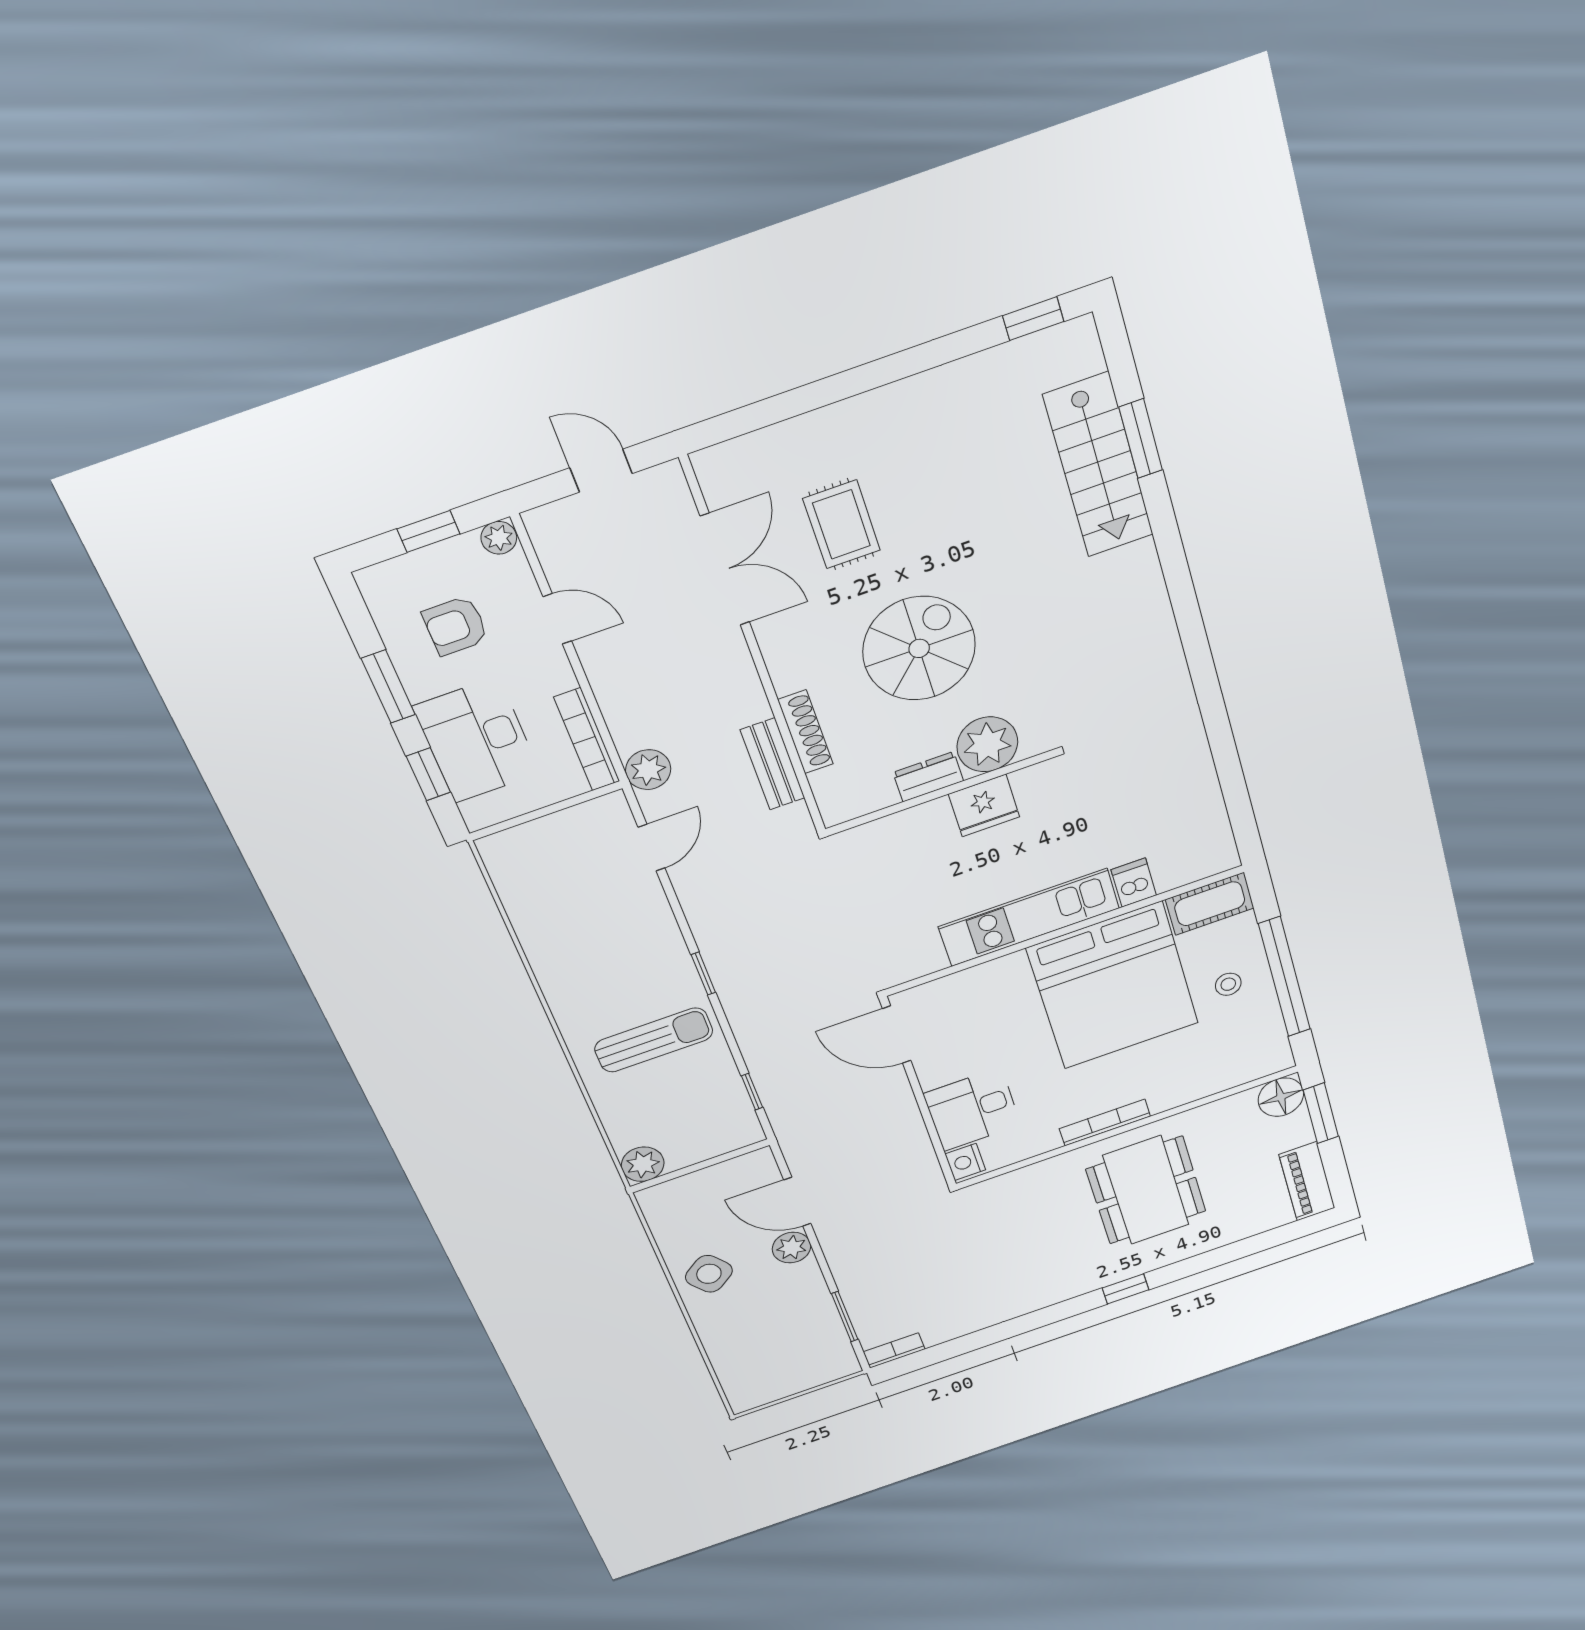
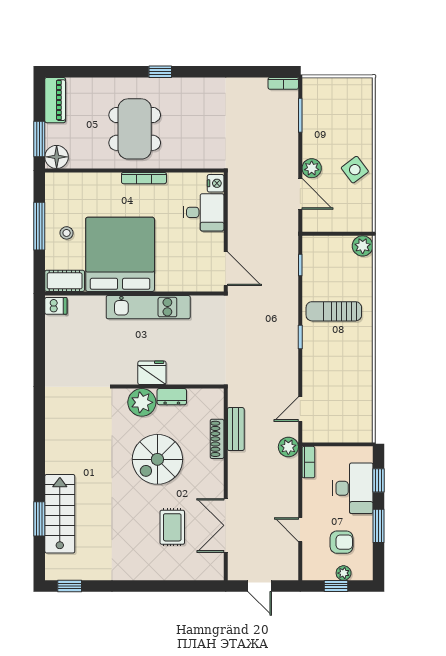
plant: (499, 538) -> (344, 573), moved
bookcase: (587, 739) -> (308, 462), width x0.64
dishwasher: (1134, 883) -> (56, 306), moved, turned -90
window: (1284, 977) -> (39, 226), width x0.68

